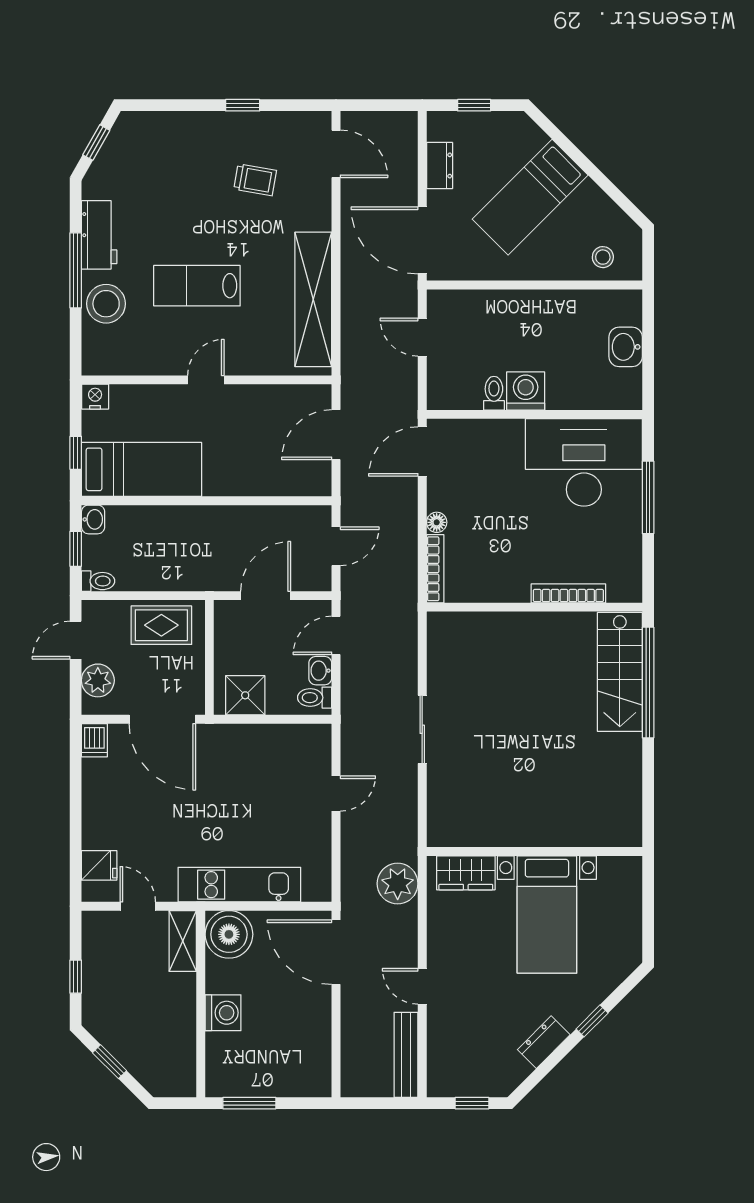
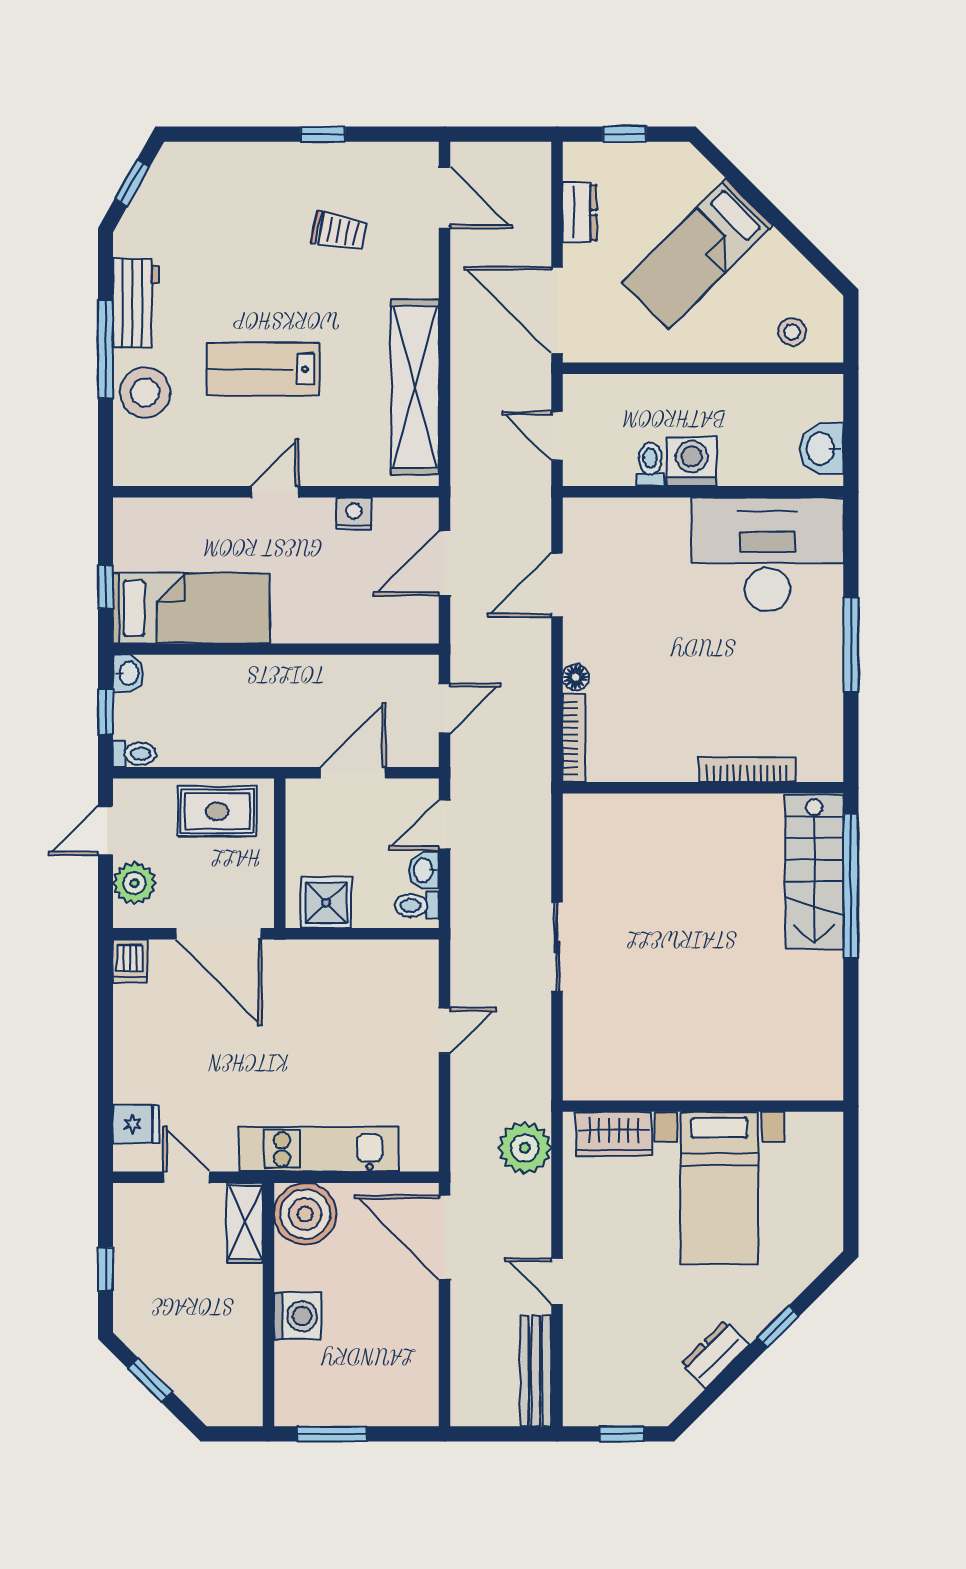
washing machine: (526, 391) -> (692, 461), moved
toilet: (494, 393) -> (650, 464), moved
nightstand: (95, 397) -> (354, 514), moved
wall: (534, 414) -> (703, 492), moved
desk: (584, 462) -> (767, 554), moved

